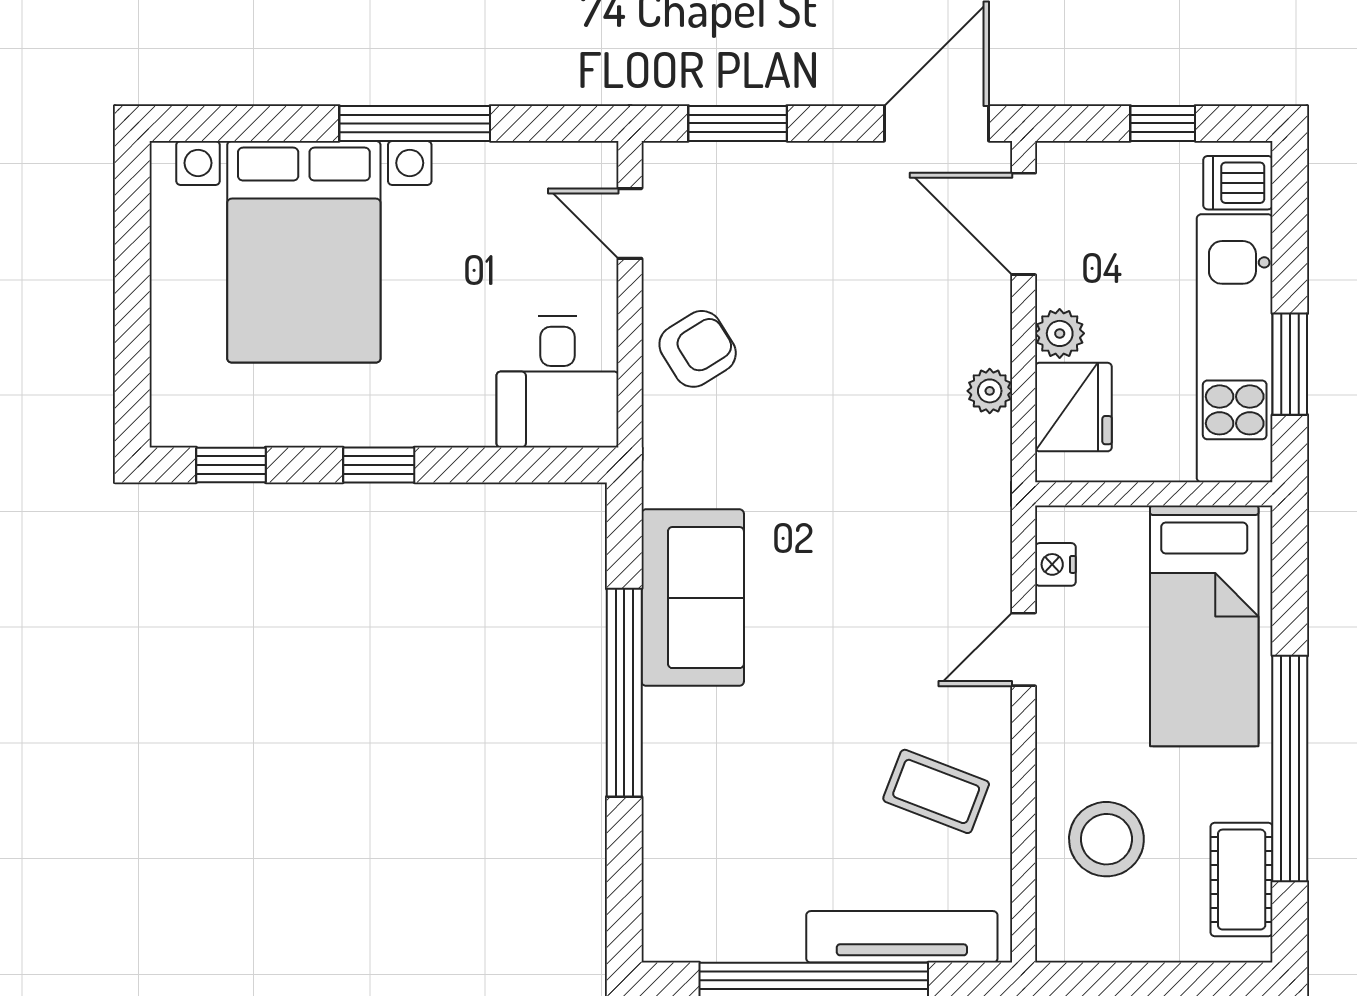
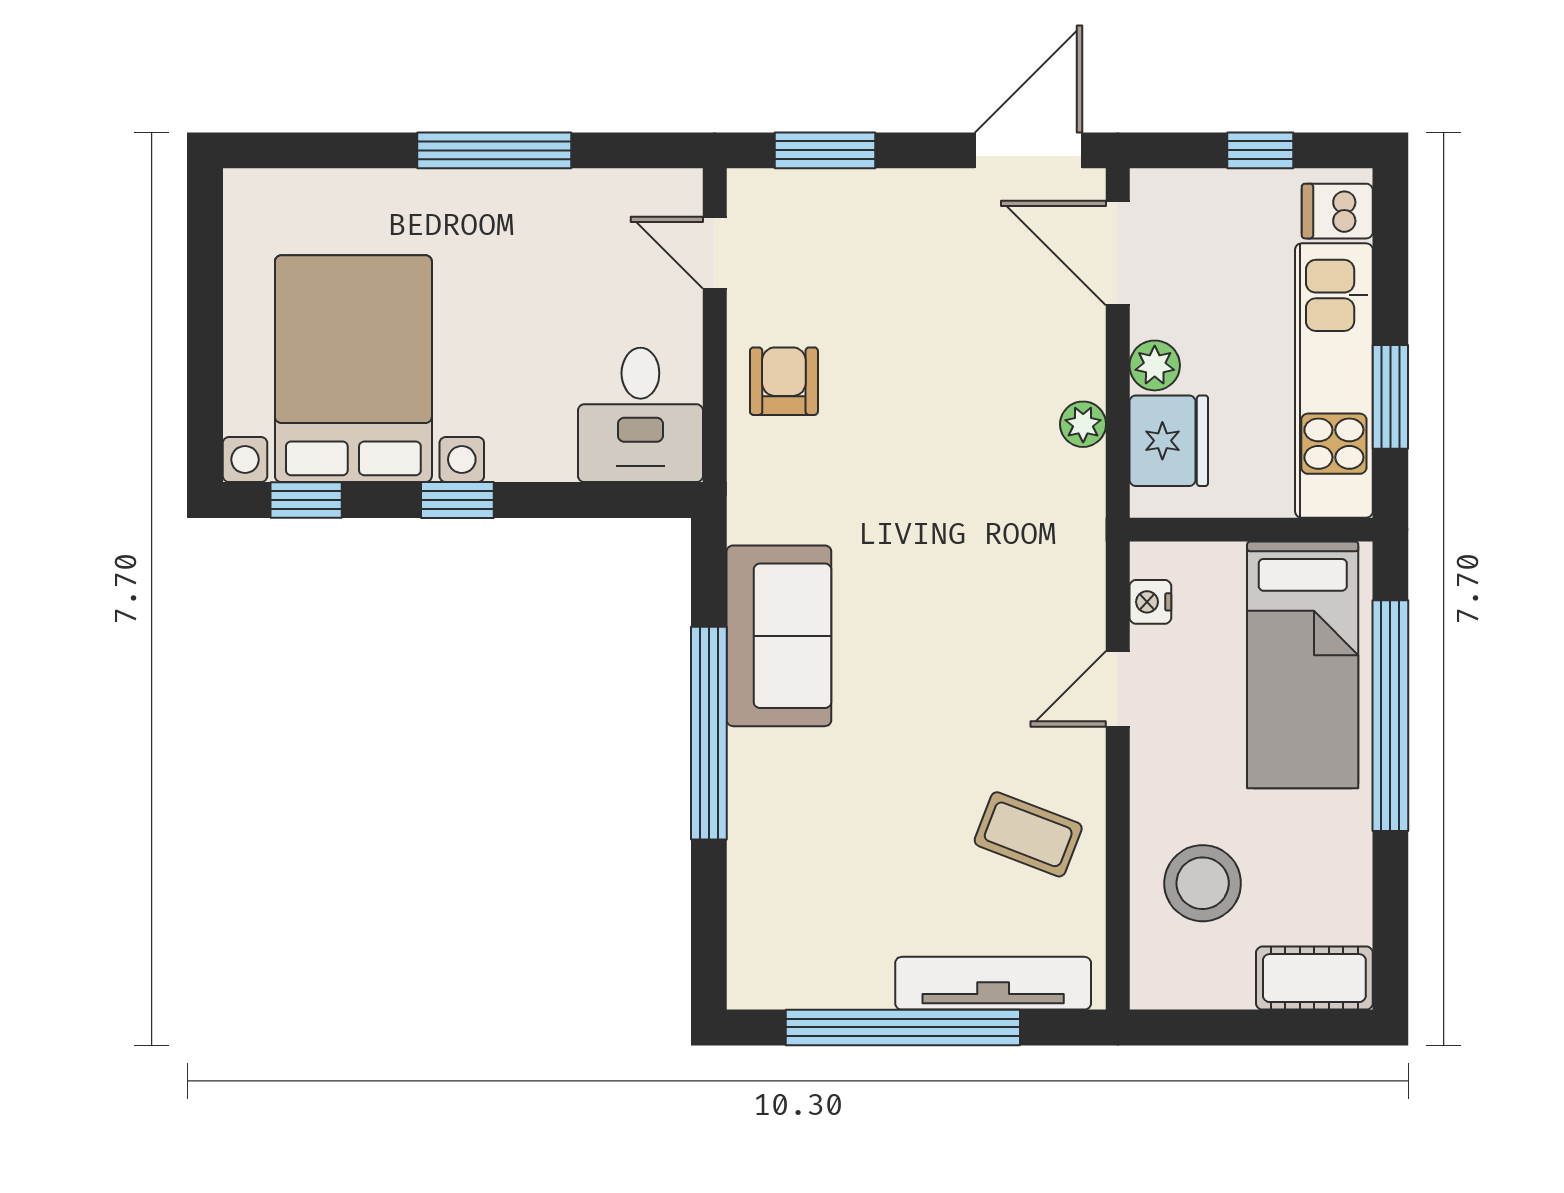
bed with nightstands: (304, 252) -> (353, 369), moved, turned 180
armchair: (698, 349) -> (784, 381), turned -58
window: (1290, 769) -> (1390, 716), moved
cot: (1242, 880) -> (1314, 978), moved, turned 90

